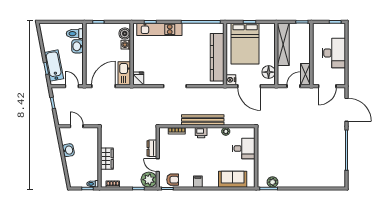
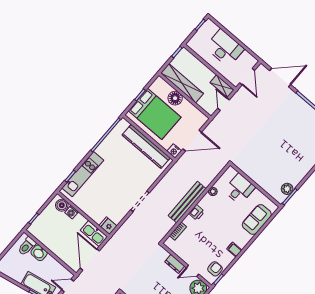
floor lamp: (269, 72) -> (175, 98), moved

